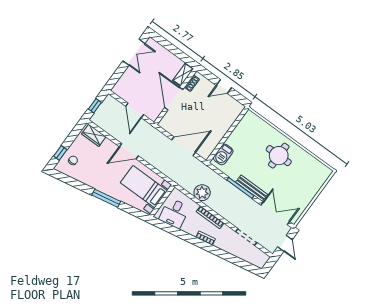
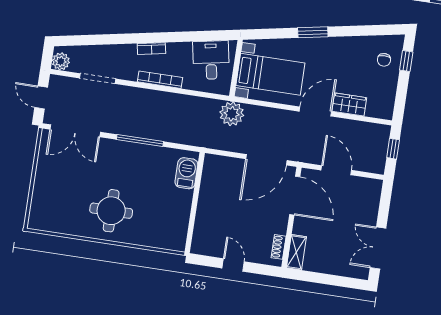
door: (224, 87) -> (233, 265), hinge flipped
door: (174, 99) -> (295, 196), moved
wardrobe: (94, 135) -> (349, 104), moved
door: (183, 146) -> (266, 160), moved
bench: (252, 188) -> (125, 148), removed
plant: (202, 193) -> (232, 114), moved
window: (106, 198) -> (313, 32), width x0.69
plant: (262, 258) -> (61, 61), added

